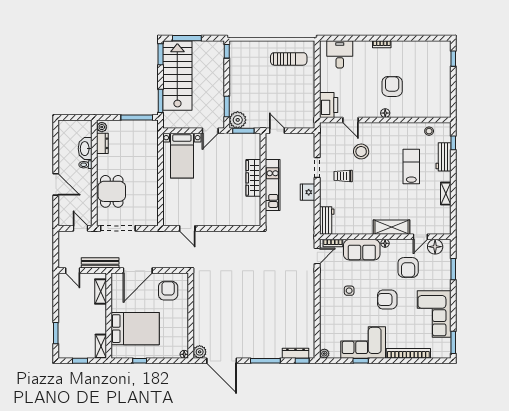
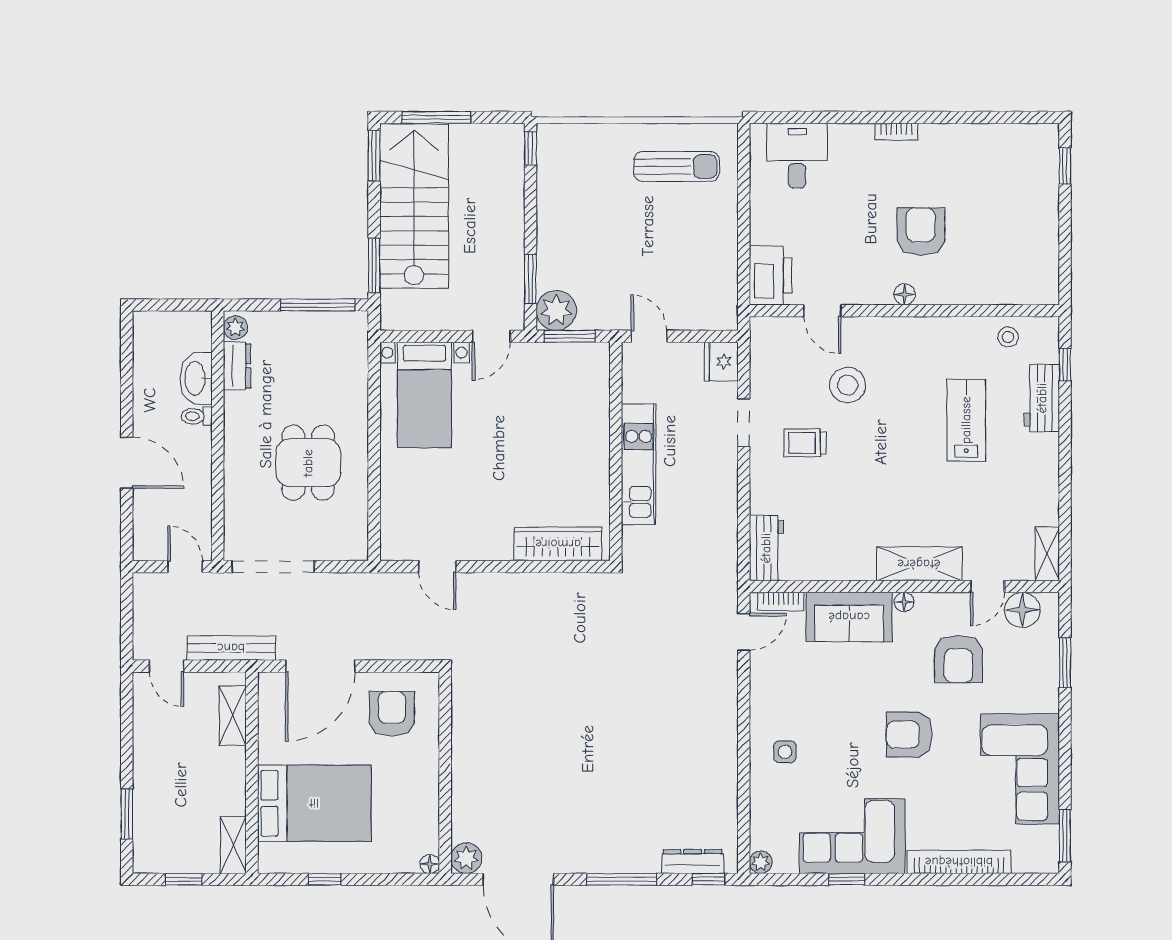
wardrobe: (253, 178) -> (558, 544), moved, turned 90
dining table: (112, 191) -> (308, 463), moved
fridge: (308, 192) -> (721, 362), moved
shelving: (446, 194) -> (1047, 554), moved
side table: (349, 291) -> (785, 752), moved

